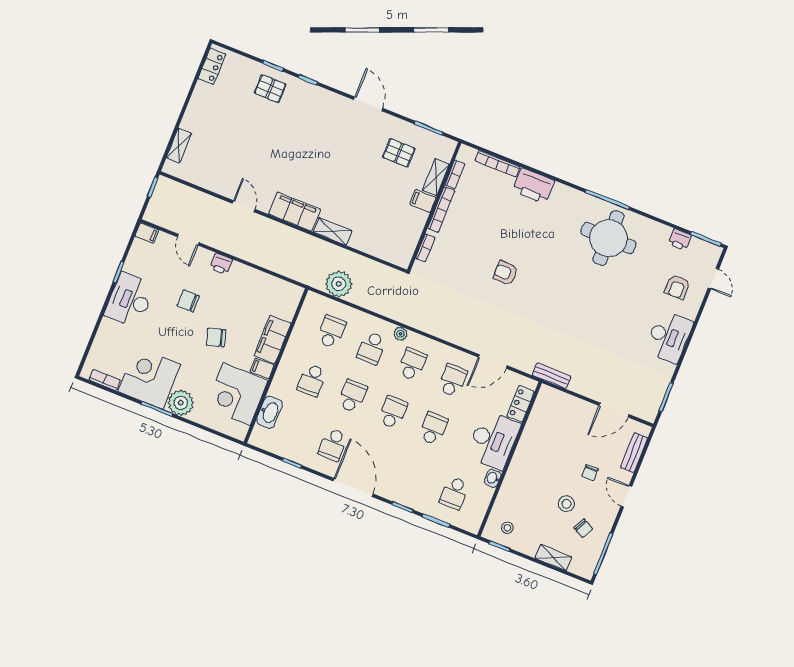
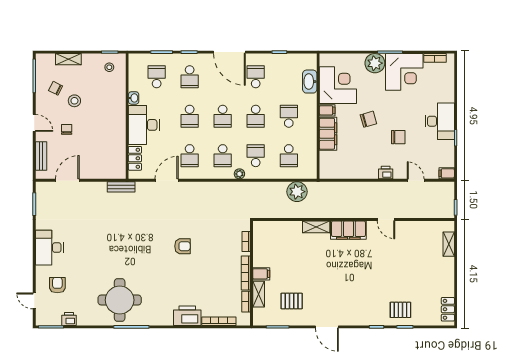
school desk: (414, 477) -> (190, 77), added

